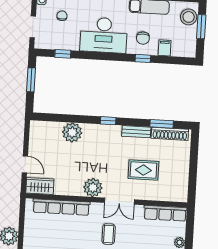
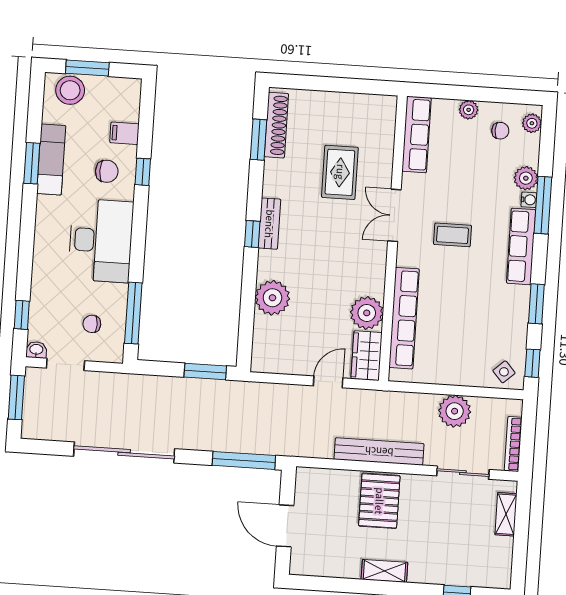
chair: (62, 16) -> (92, 324), moved
doorway: (33, 27) -> (65, 364), moved
window: (63, 54) -> (133, 313), width x2.17
window: (31, 80) -> (205, 371), moved
bench: (136, 132) -> (269, 224), moved
plant: (93, 188) -> (367, 313), moved
double door: (119, 201) -> (394, 215), swing flipped

